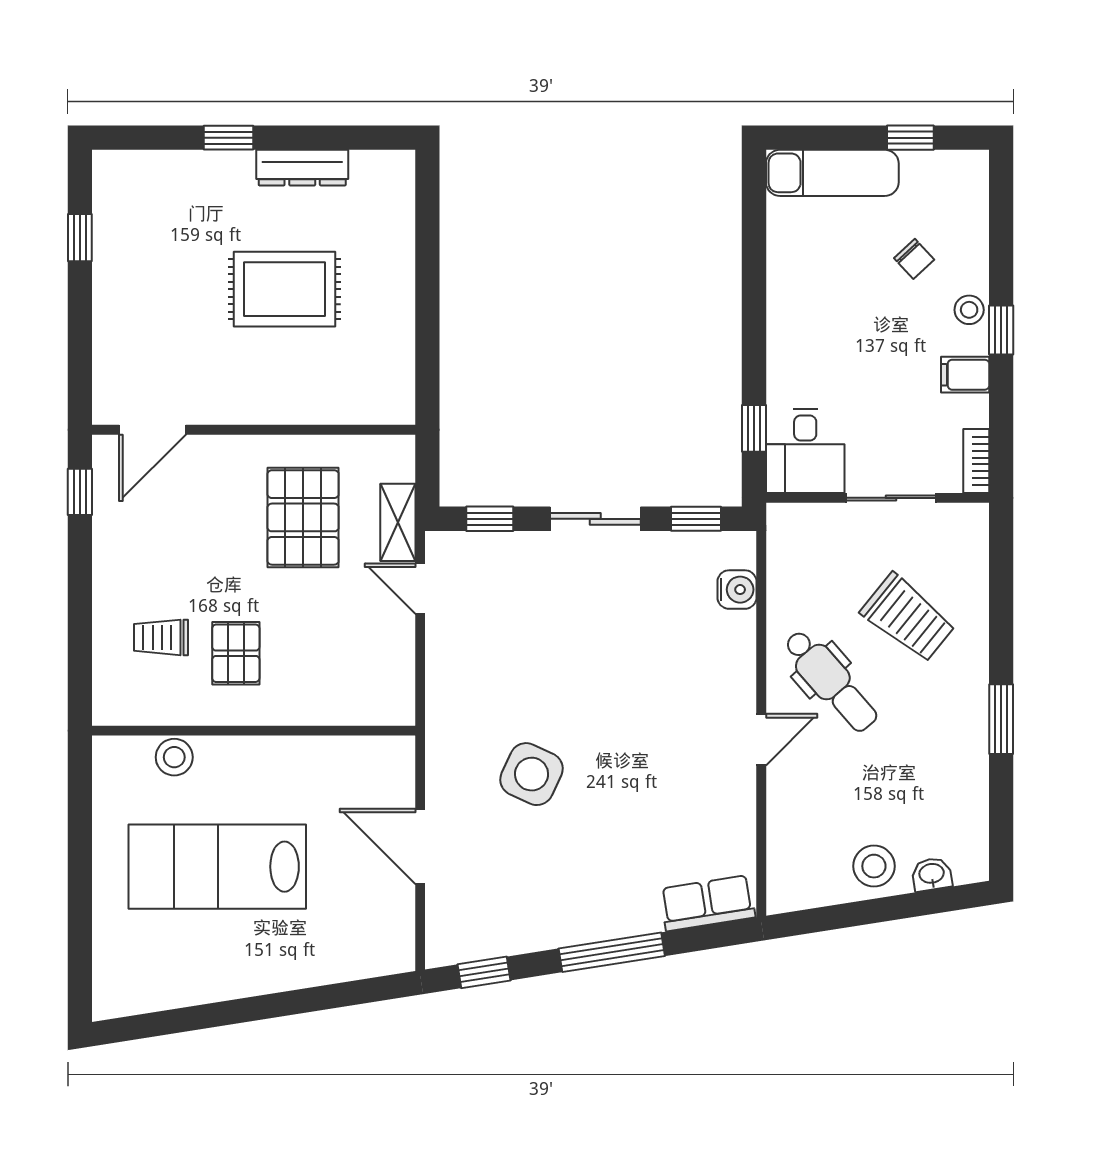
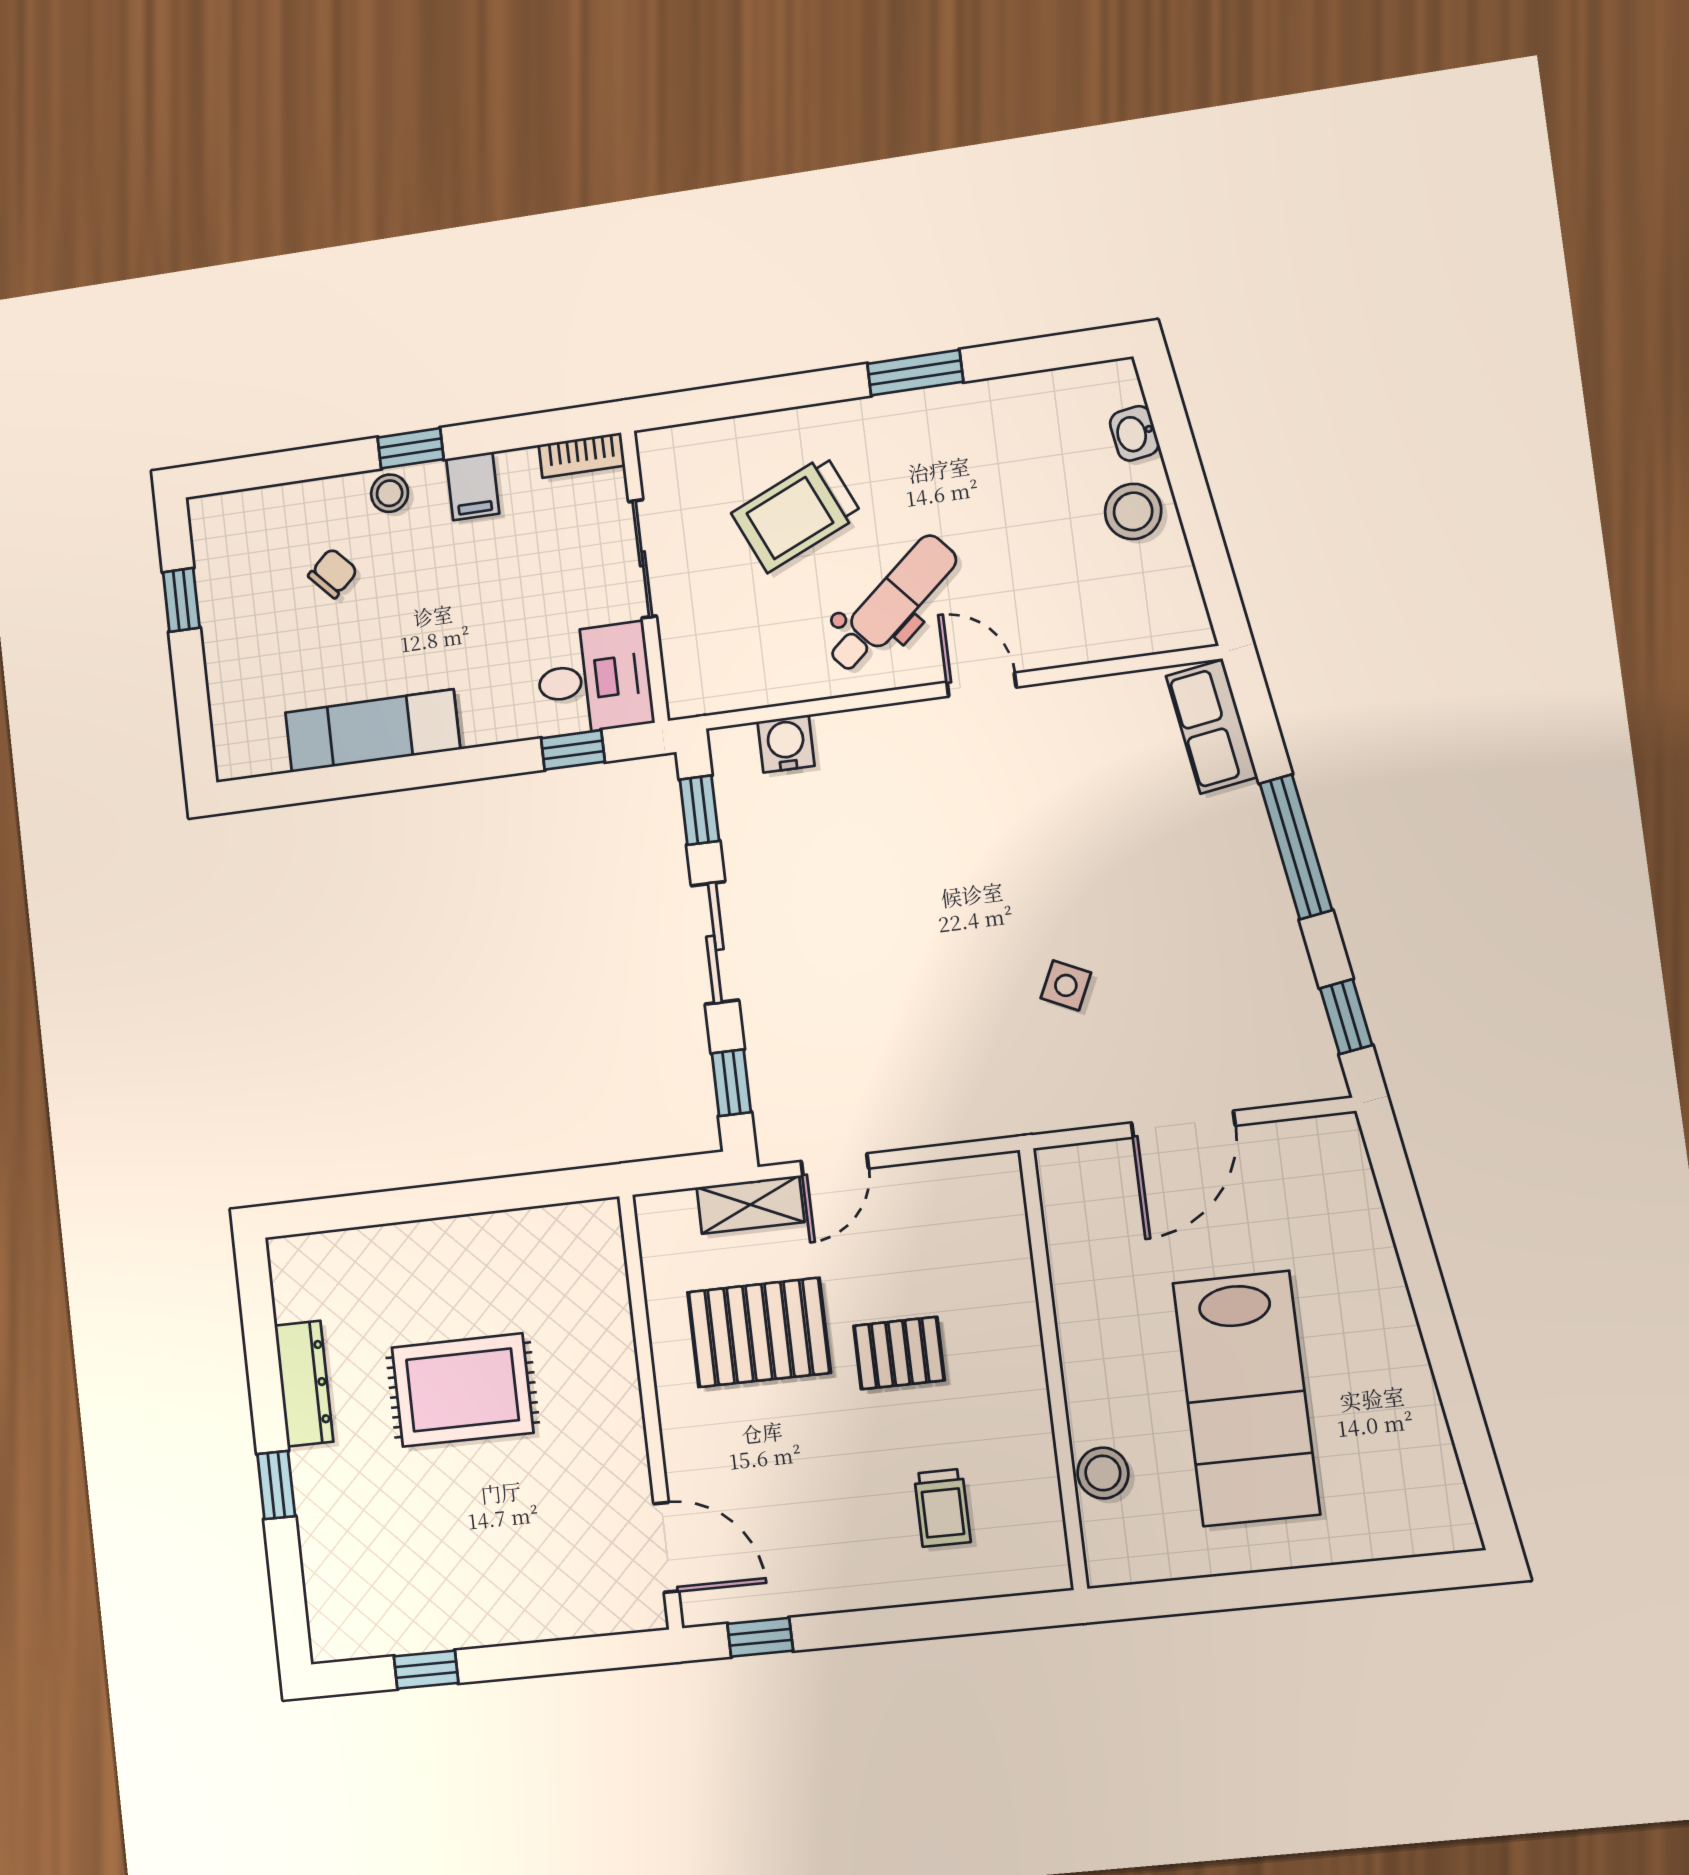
exam couch: (832, 173) -> (372, 731), moved, turned -90
rug: (284, 289) -> (463, 1390), turned 90
trolley: (908, 618) -> (797, 514), turned -153
pallet: (236, 653) -> (899, 1353), moved
side table: (532, 774) -> (1066, 985), width x0.54, depth x0.54

